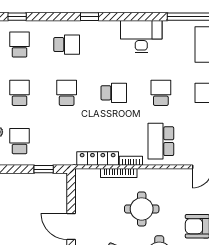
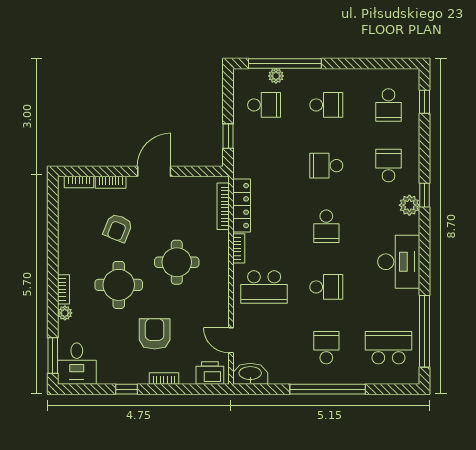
plant: (97, 28) -> (409, 205), added
school desk: (20, 45) -> (389, 105), turned 90
school desk: (67, 45) -> (389, 166), turned 180
school desk: (67, 93) -> (326, 166), turned 180
school desk: (161, 141) -> (264, 287), turned 180
bookcase: (119, 173) -> (223, 206), moved

